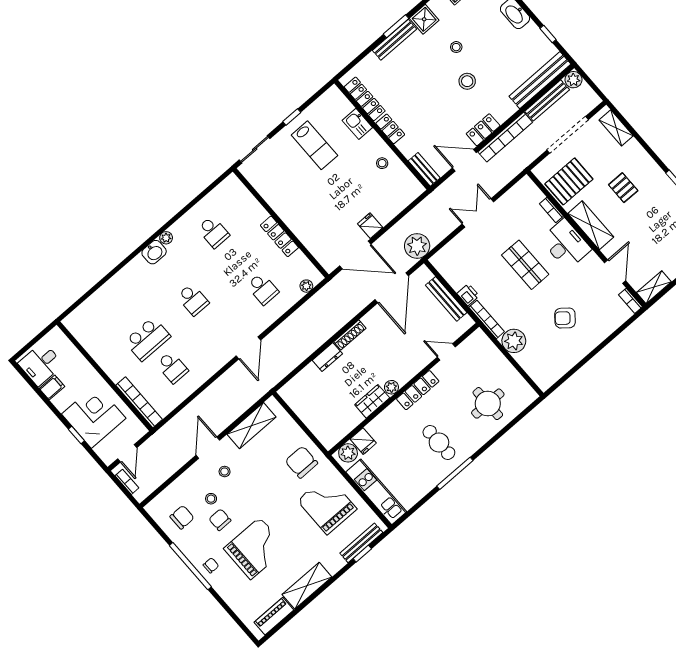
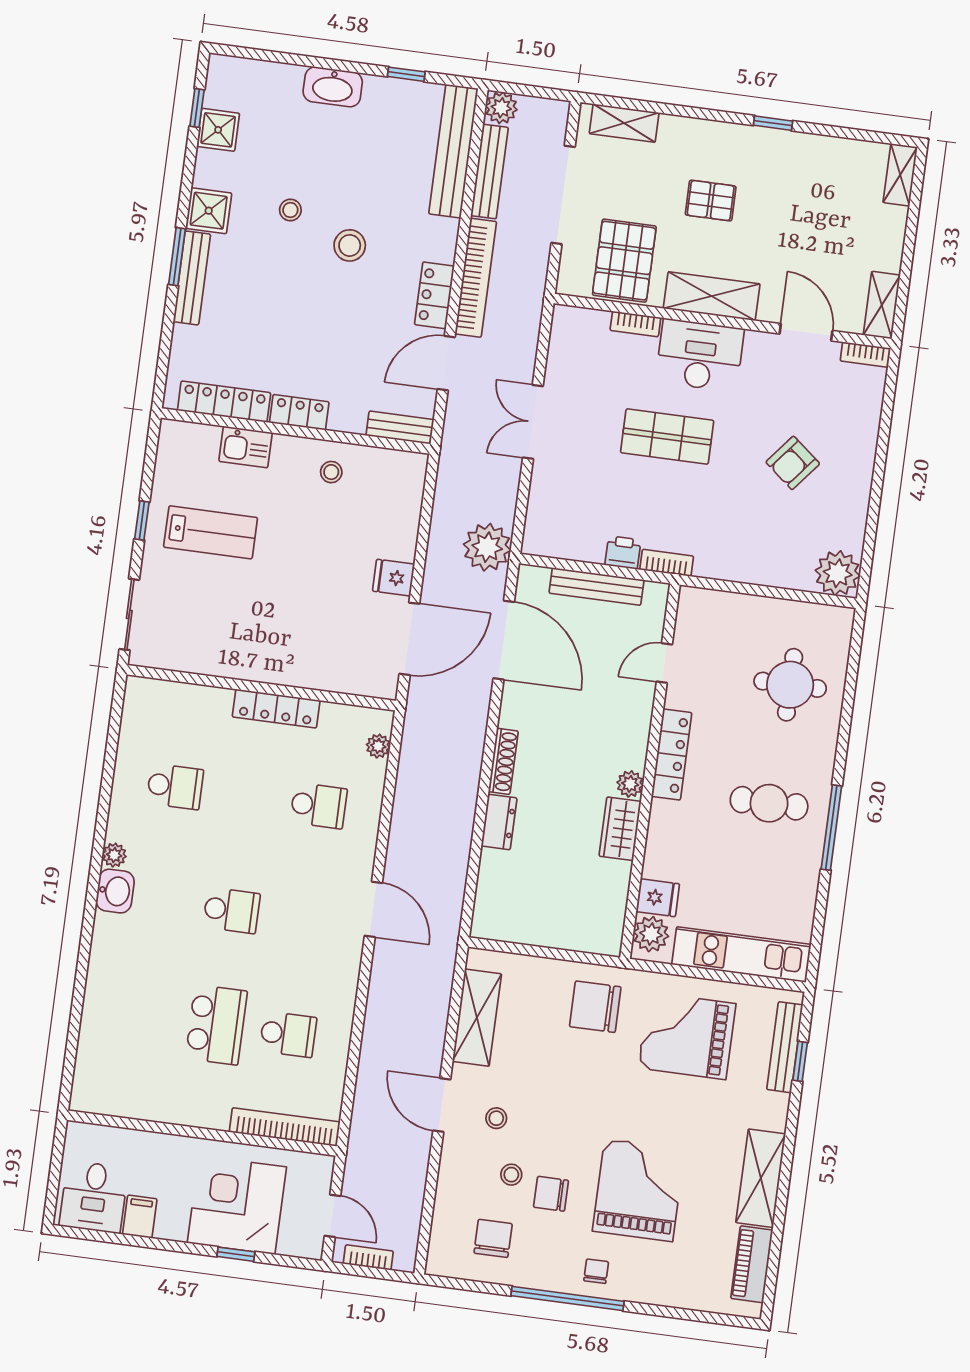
bookcase: (487, 319) -> (667, 563), width x0.64
plant: (514, 341) -> (838, 573), moved

